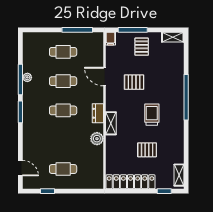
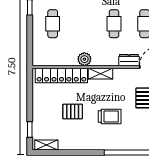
dresser: (98, 113) -> (129, 60), moved
pallet: (147, 150) -> (73, 112), turned 90
locker: (130, 182) -> (61, 76), moved, turned 90

